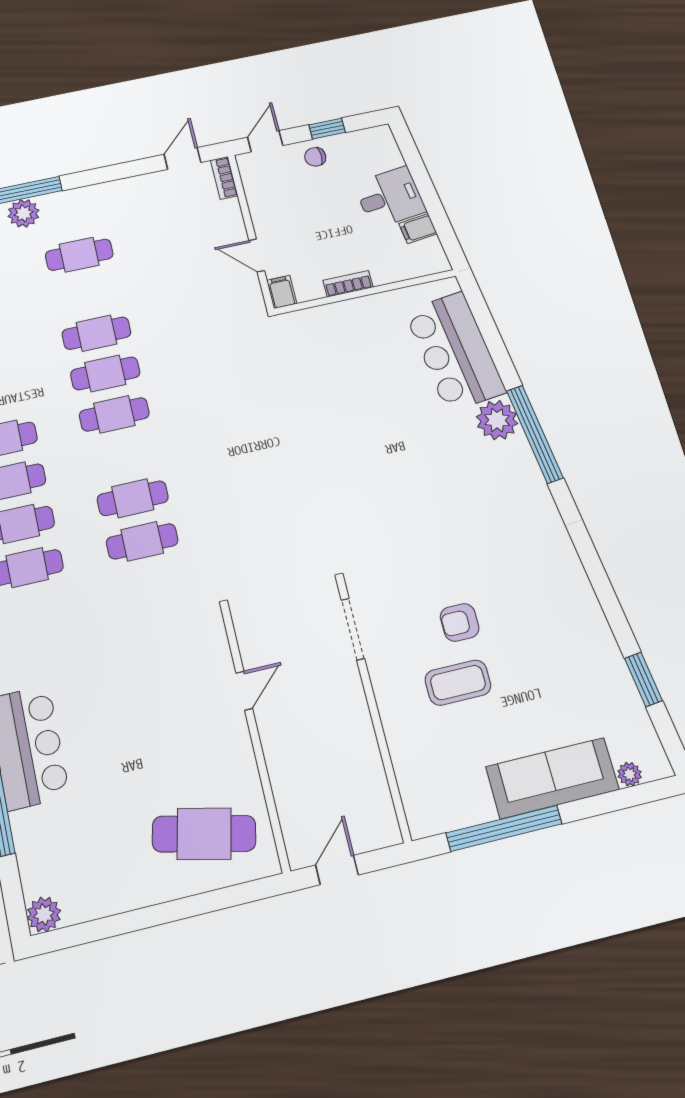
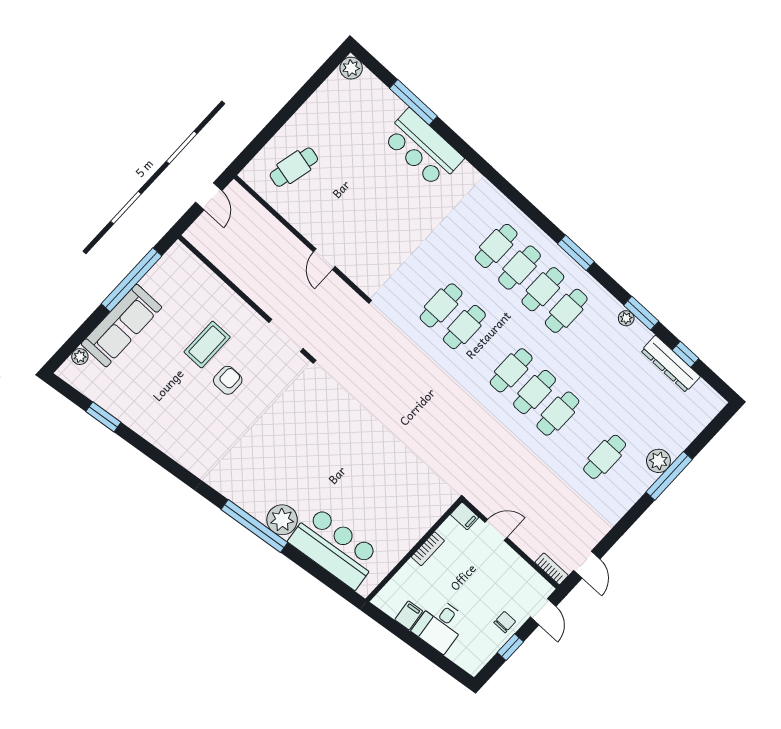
cafe table: (204, 834) -> (294, 167), width x0.73, depth x0.74

